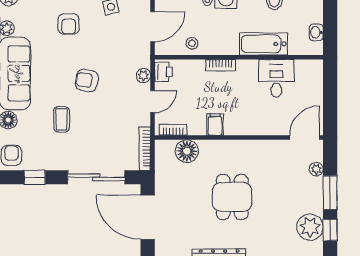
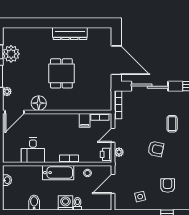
bathtub: (263, 44) -> (58, 173), moved
filing cabinet: (215, 125) -> (85, 120), moved
floor lamp: (187, 151) -> (39, 103), moved

